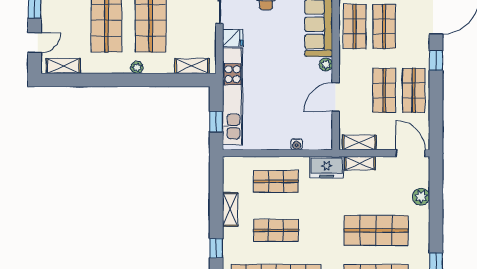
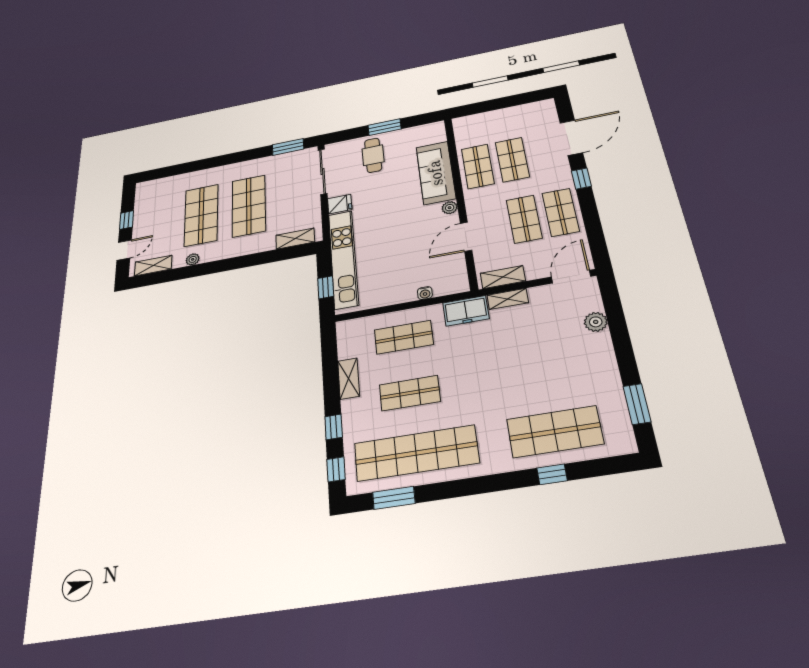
plant: (137, 67) -> (193, 259), moved
door: (411, 153) -> (571, 277), hinge flipped
shop shelf: (376, 230) -> (543, 371), removed

